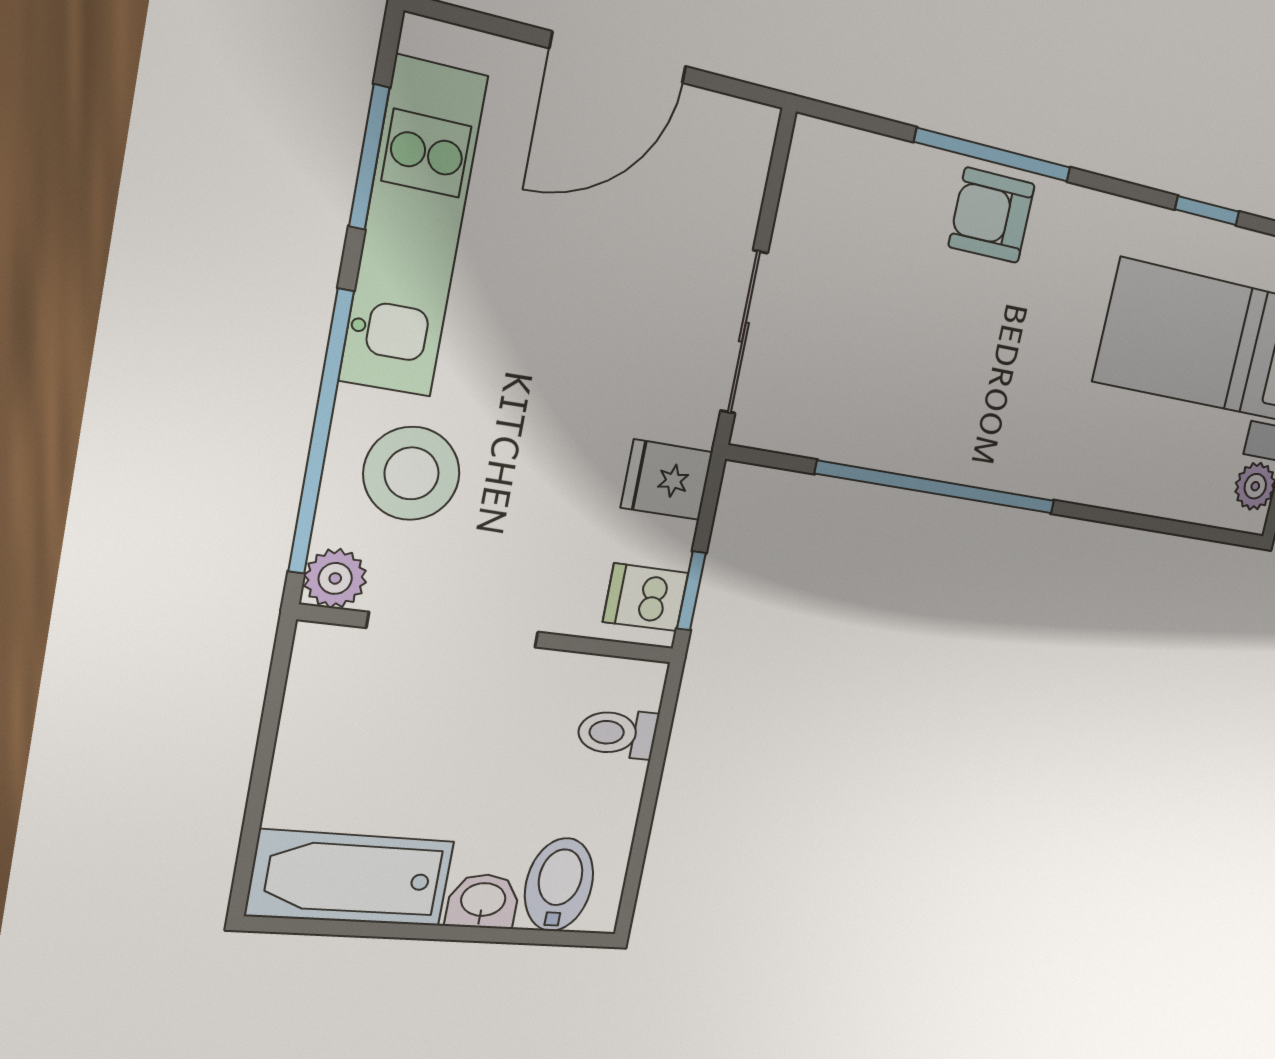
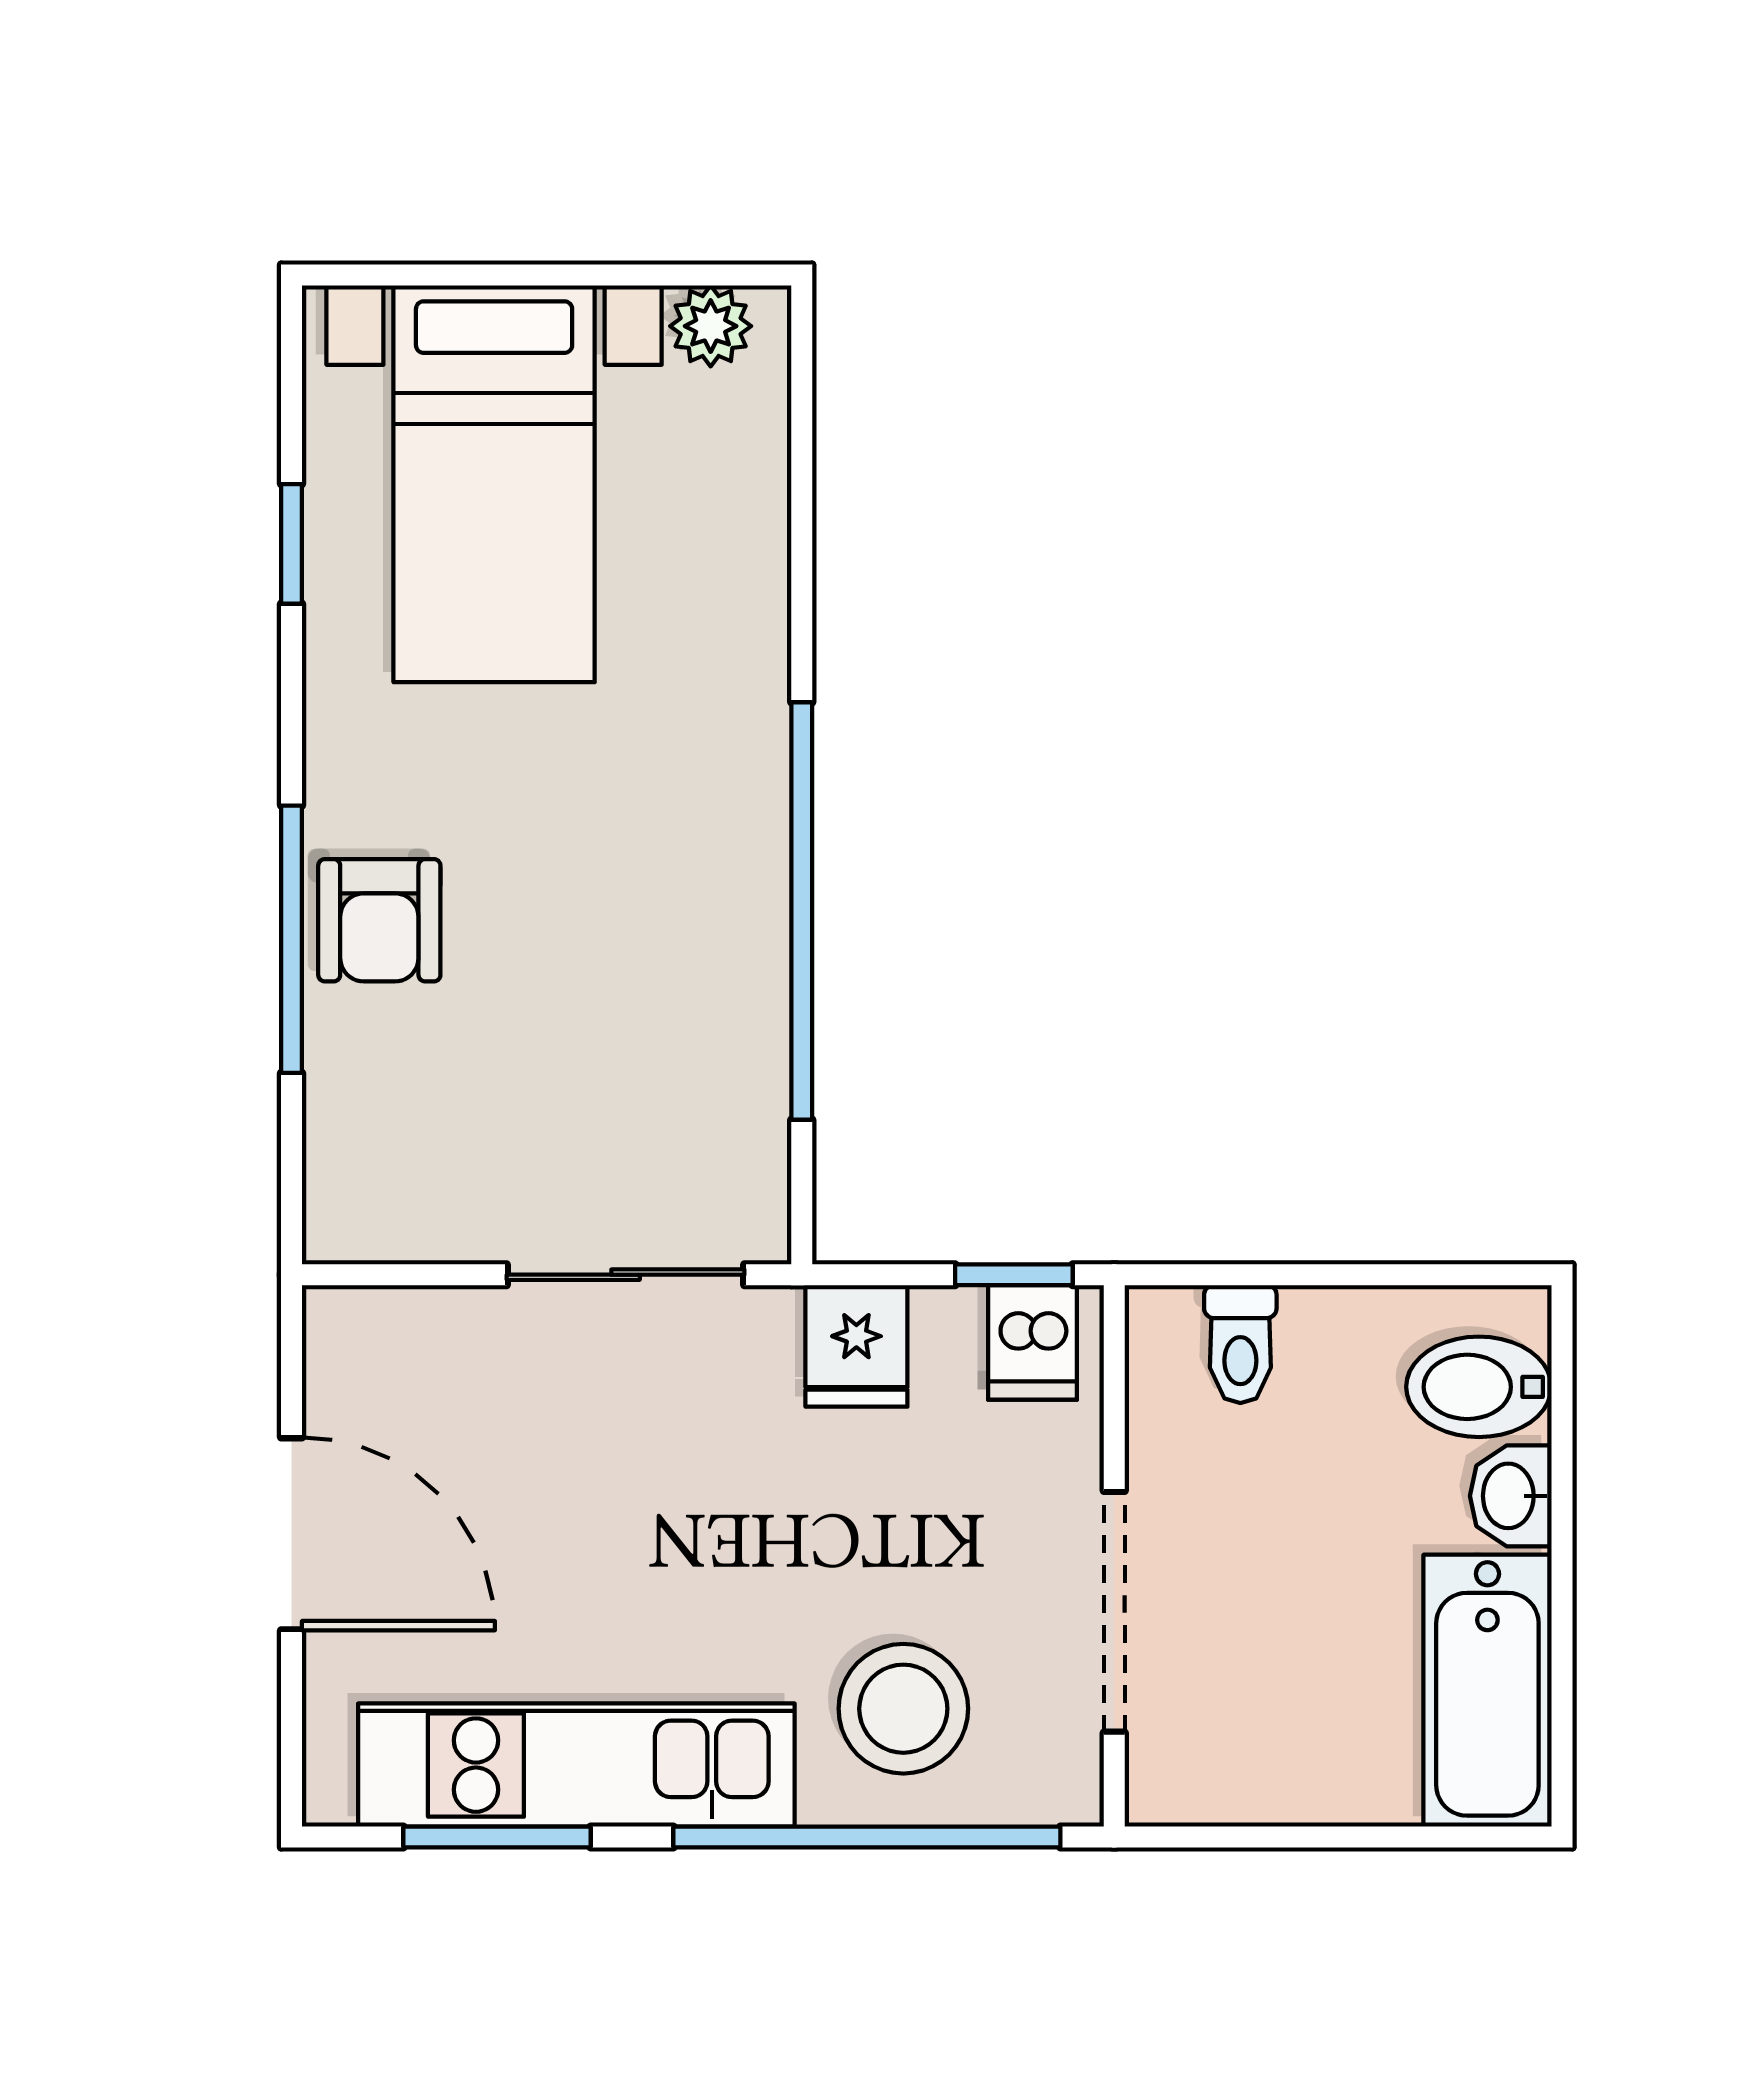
plant: (335, 578) -> (1062, 1785), removed

